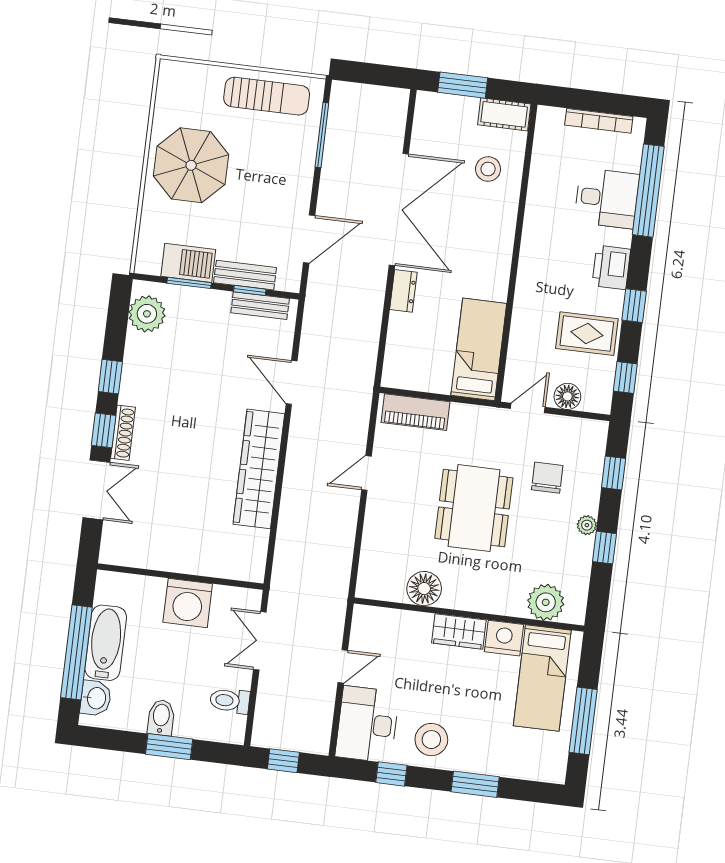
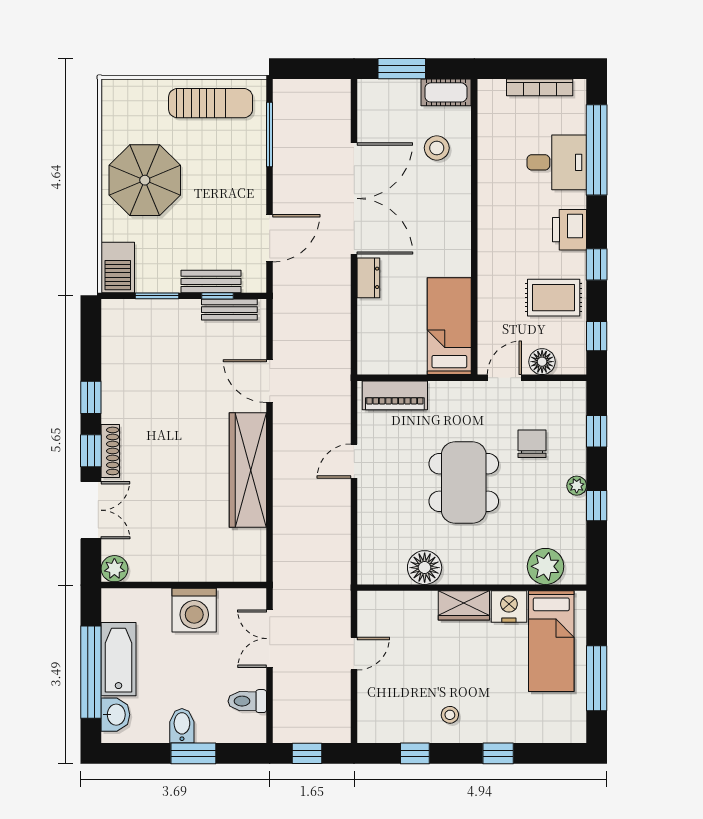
barbecue: (188, 263) -> (118, 267), moved, turned 90
plant: (147, 314) -> (114, 569), moved, width x0.73, depth x0.73
desk: (367, 724) -> (385, 708), removed
stool: (431, 740) -> (450, 715), width x0.53, depth x0.53
window: (475, 784) -> (498, 753), width x0.67

